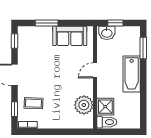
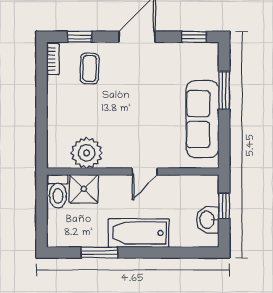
washbasin: (107, 33) -> (208, 220), moved
sofa: (70, 36) -> (203, 119), width x1.36
window: (143, 48) -> (99, 253), moved
door: (95, 70) -> (145, 172), swing flipped

